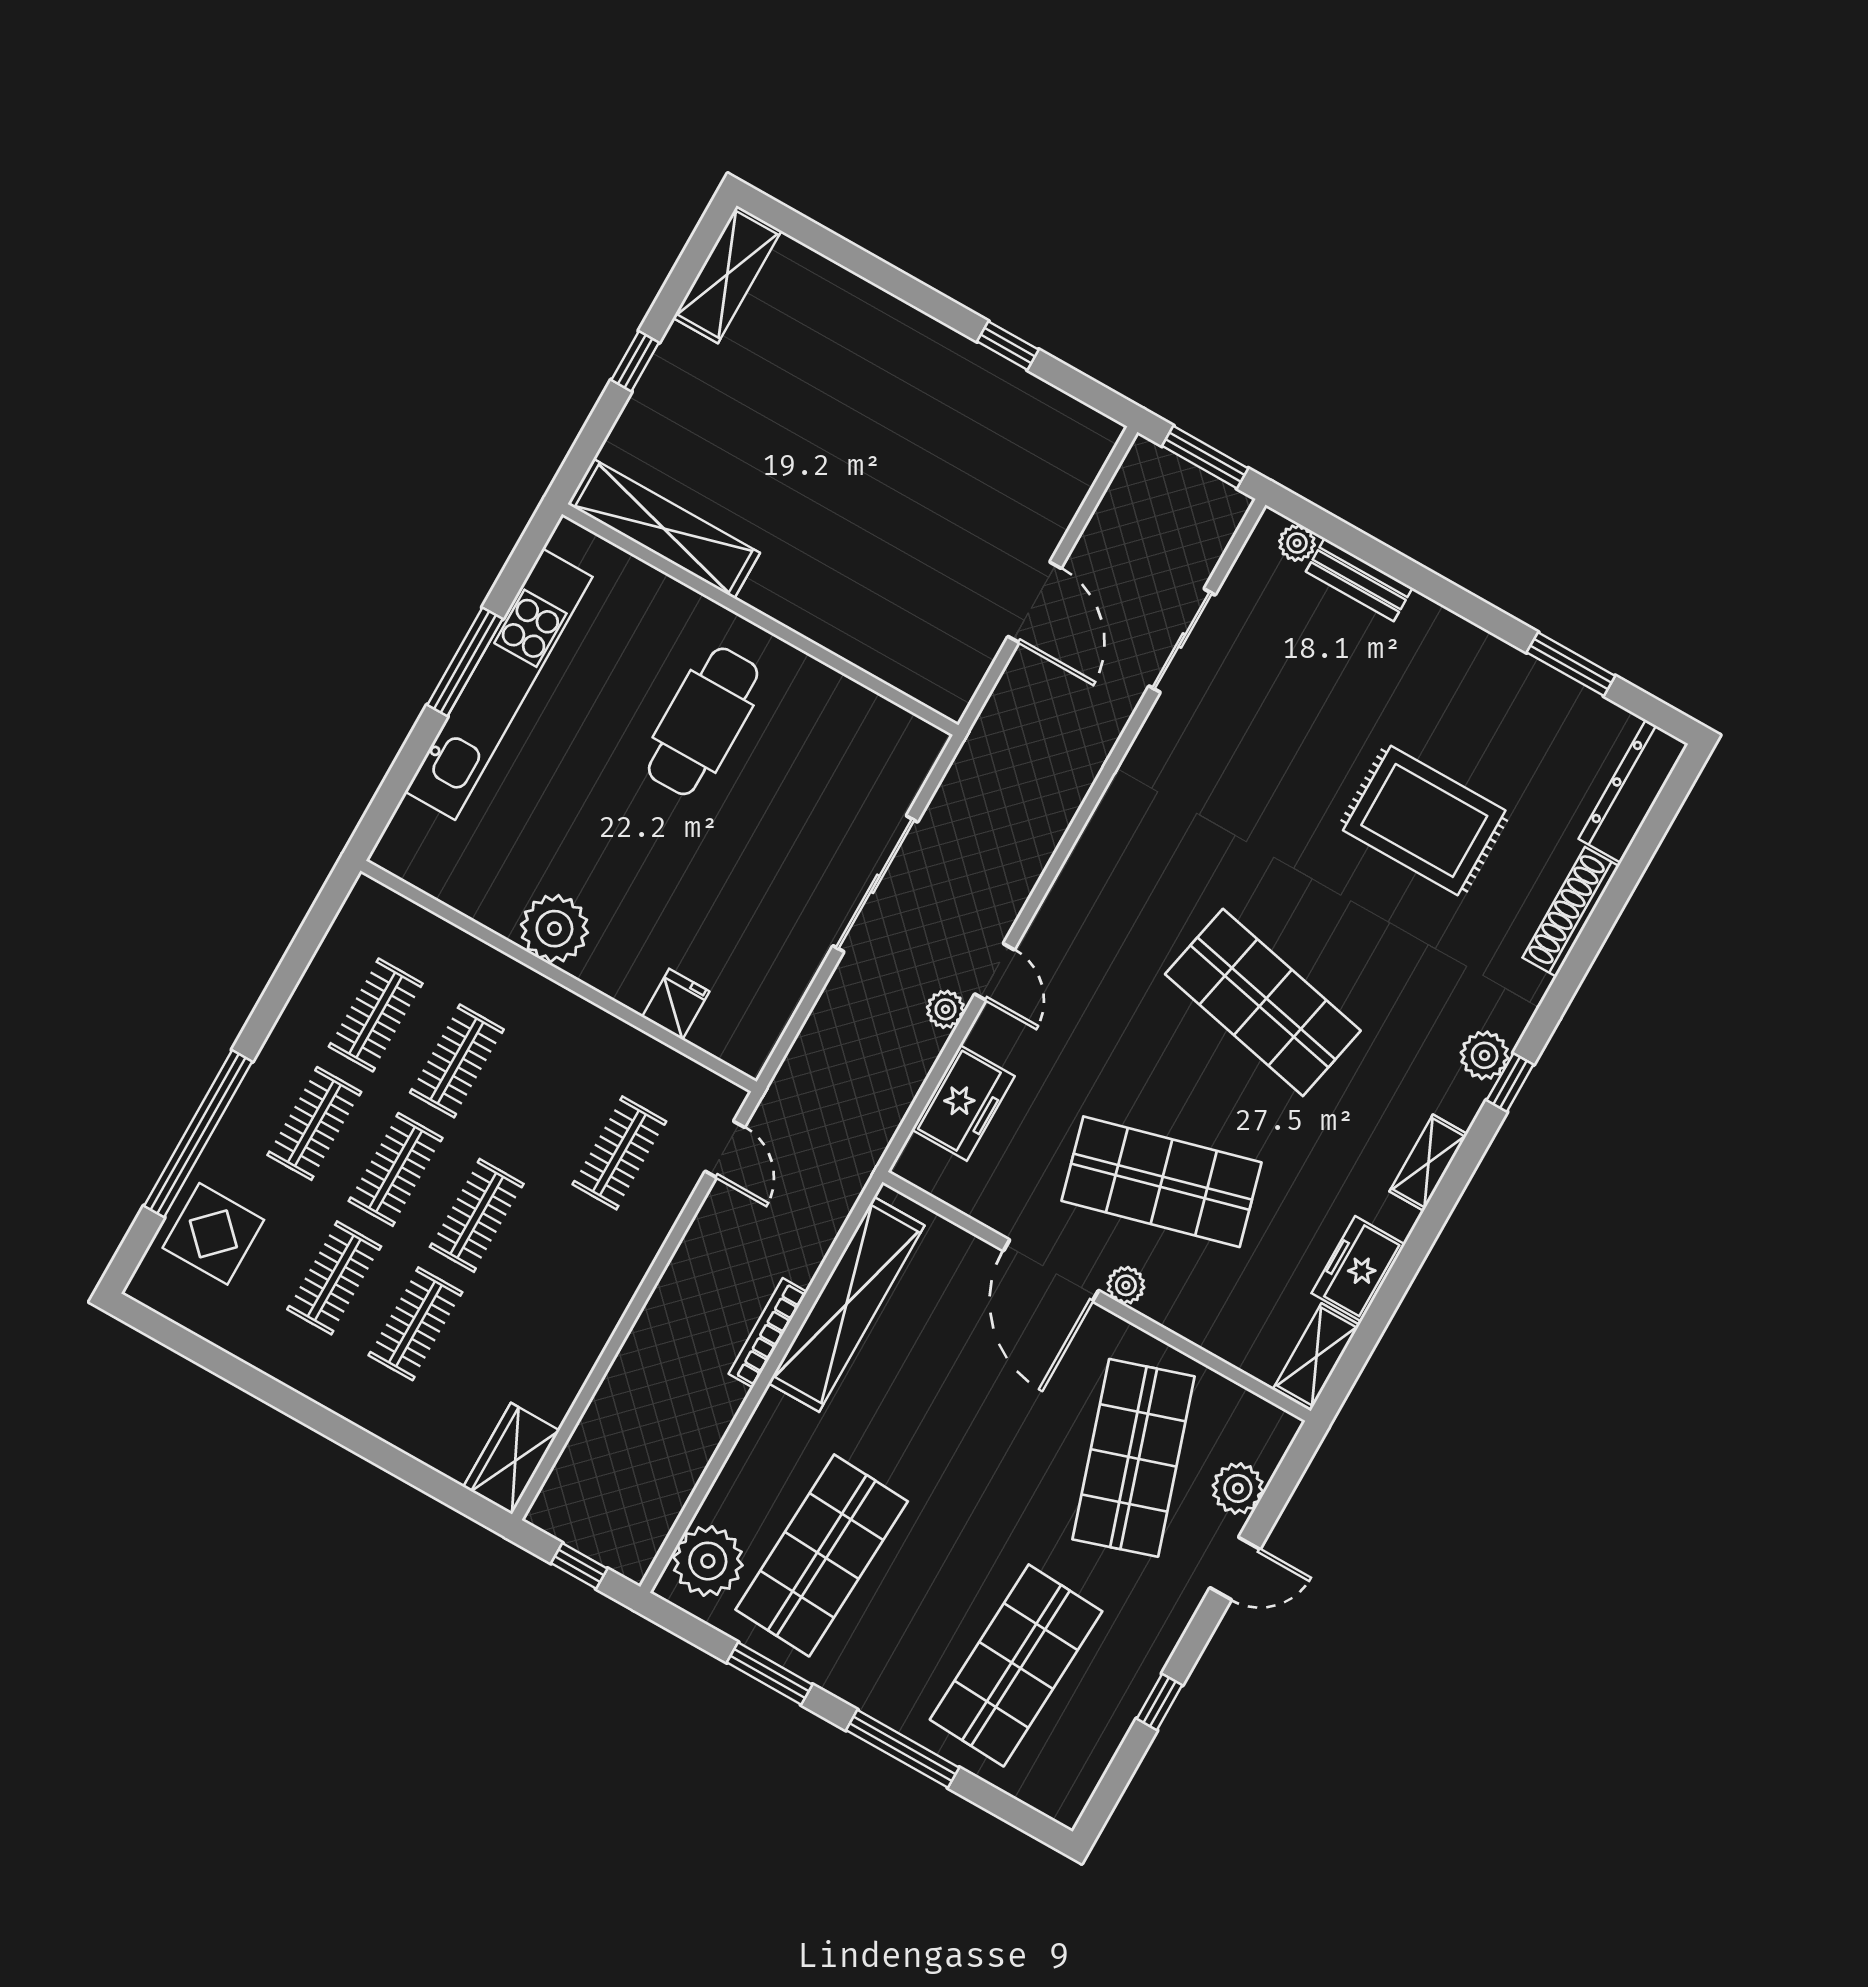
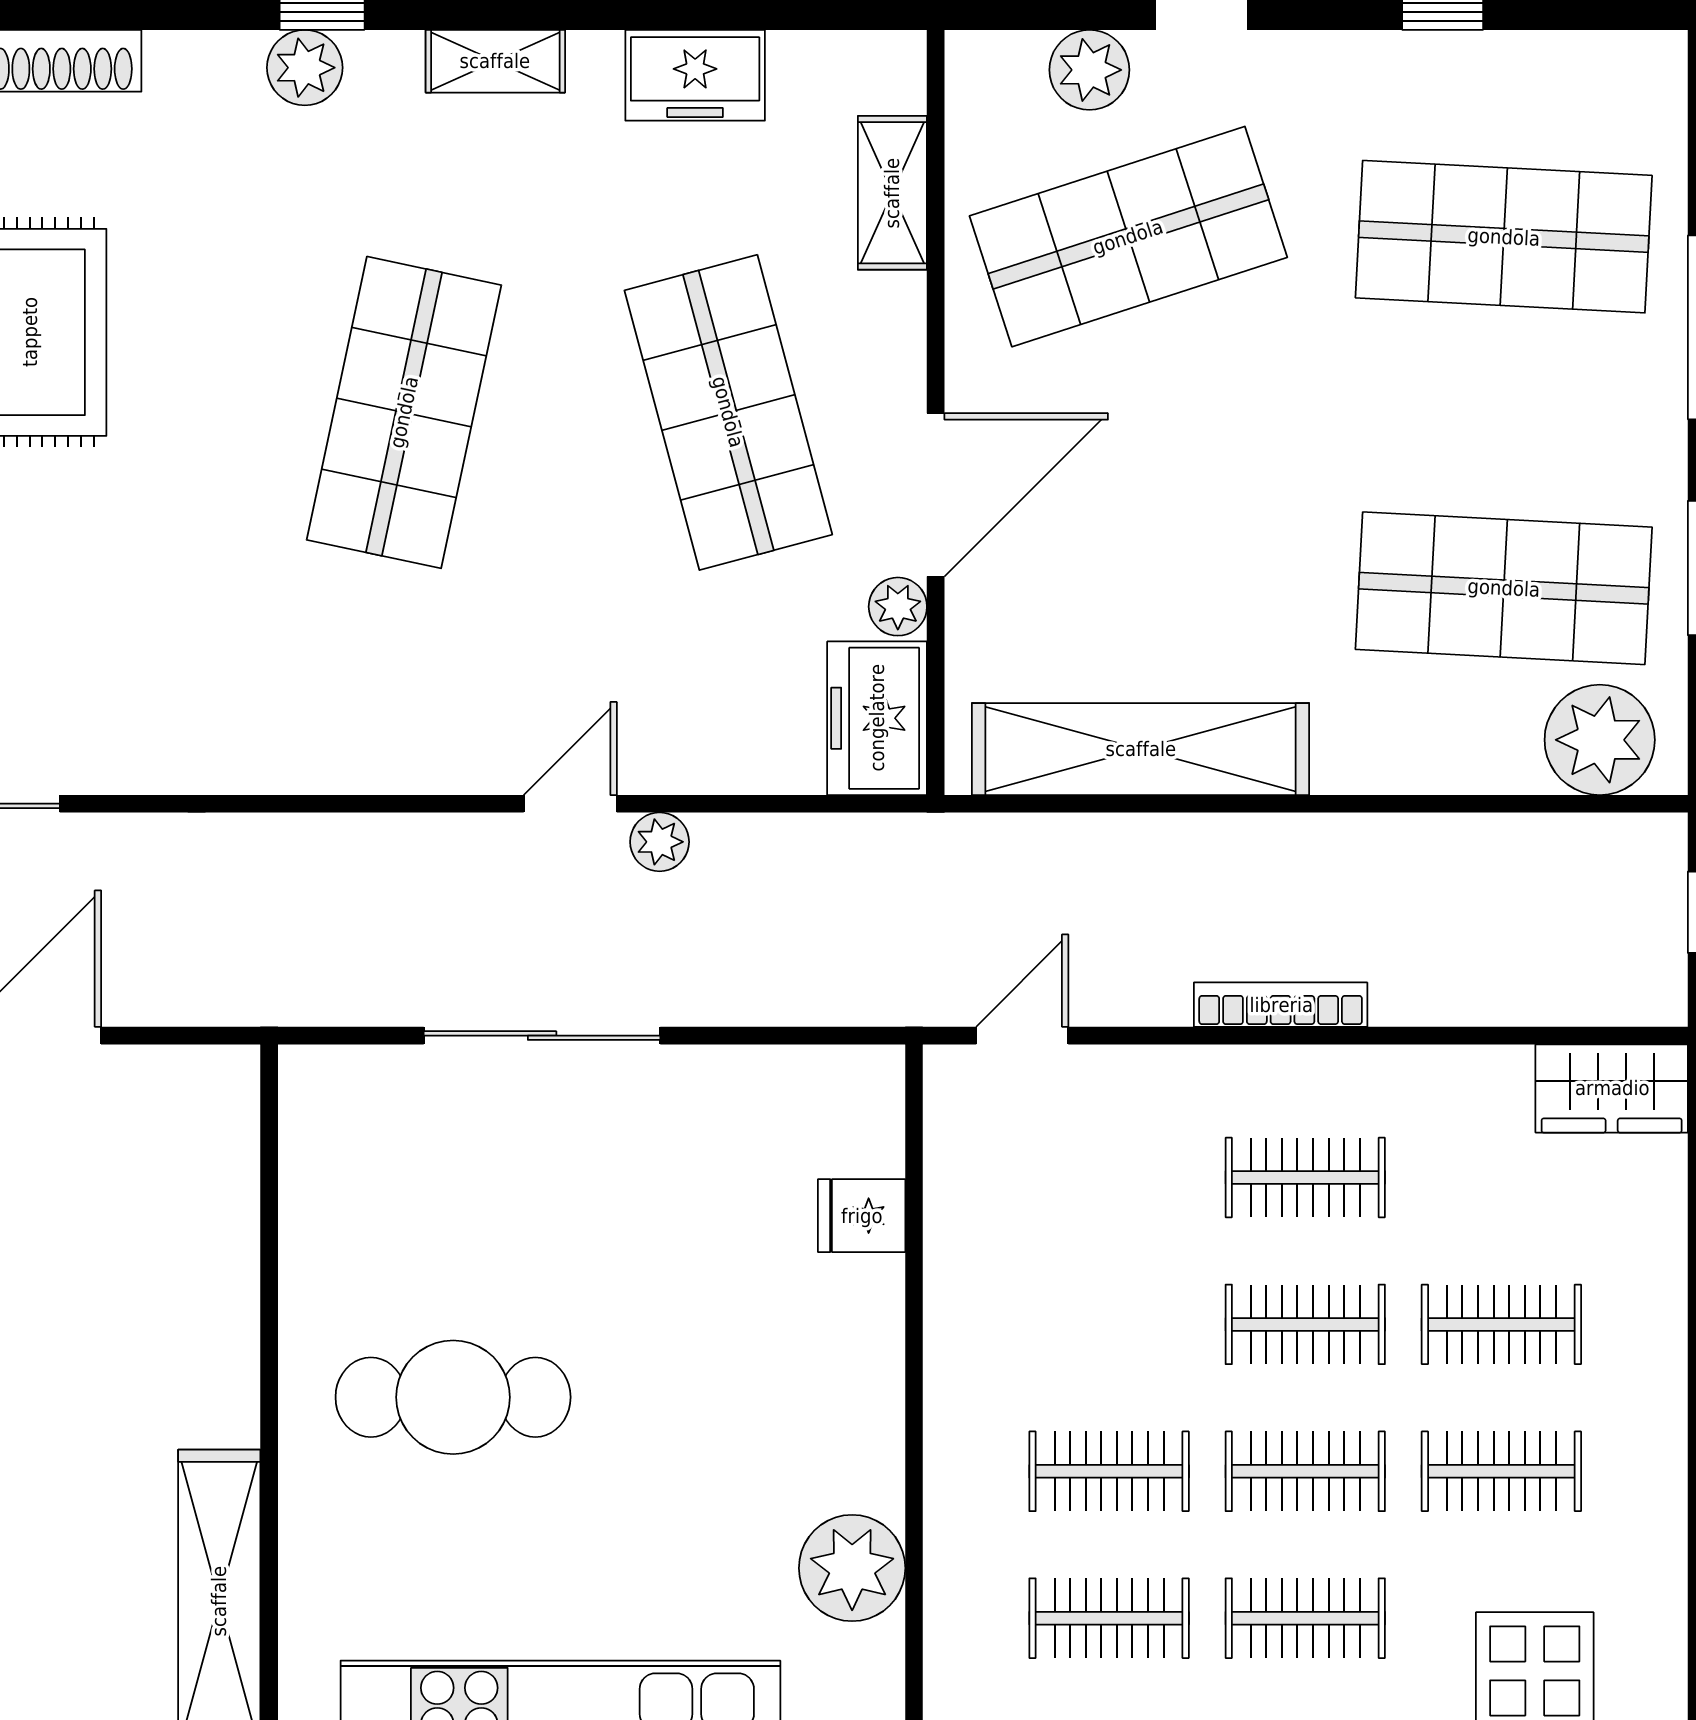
plant: (554, 929) -> (852, 1568), moved
freezer: (963, 1103) -> (877, 718), moved, turned -90
clothes rail: (619, 1153) -> (1305, 1177), moved
plant: (1126, 1285) -> (898, 607), moved
bookcase: (768, 1333) -> (1281, 1005), moved, turned 180
shelving: (1317, 1356) -> (892, 193), moved, turned 90

